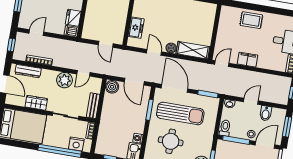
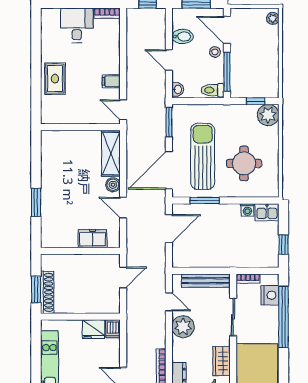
door: (154, 52) -> (123, 208), hinge flipped
filing cabinet: (247, 60) -> (111, 81), width x0.50
boiler: (112, 87) -> (181, 258), removed
bench: (93, 106) -> (206, 281), width x1.36

